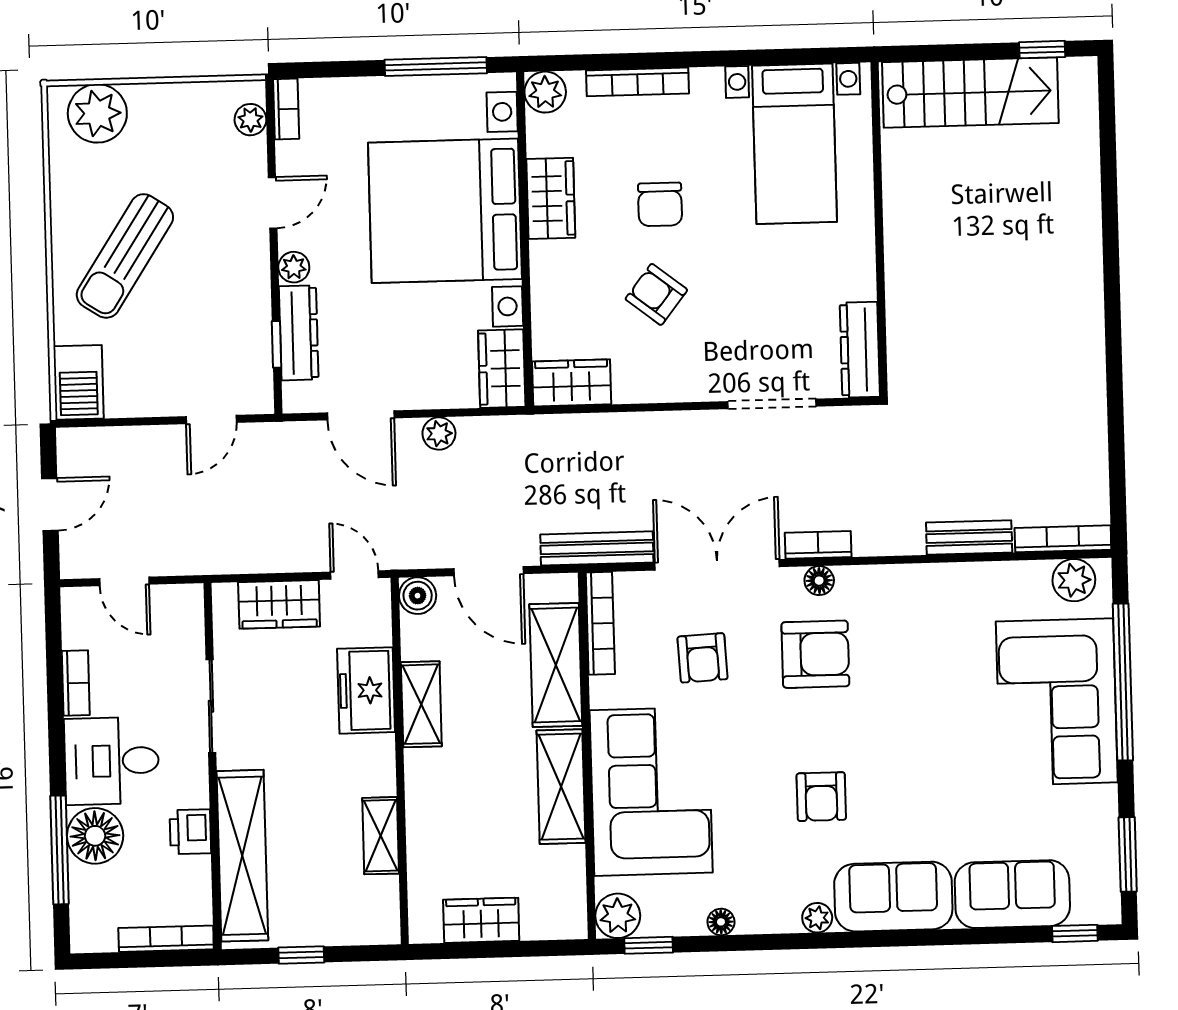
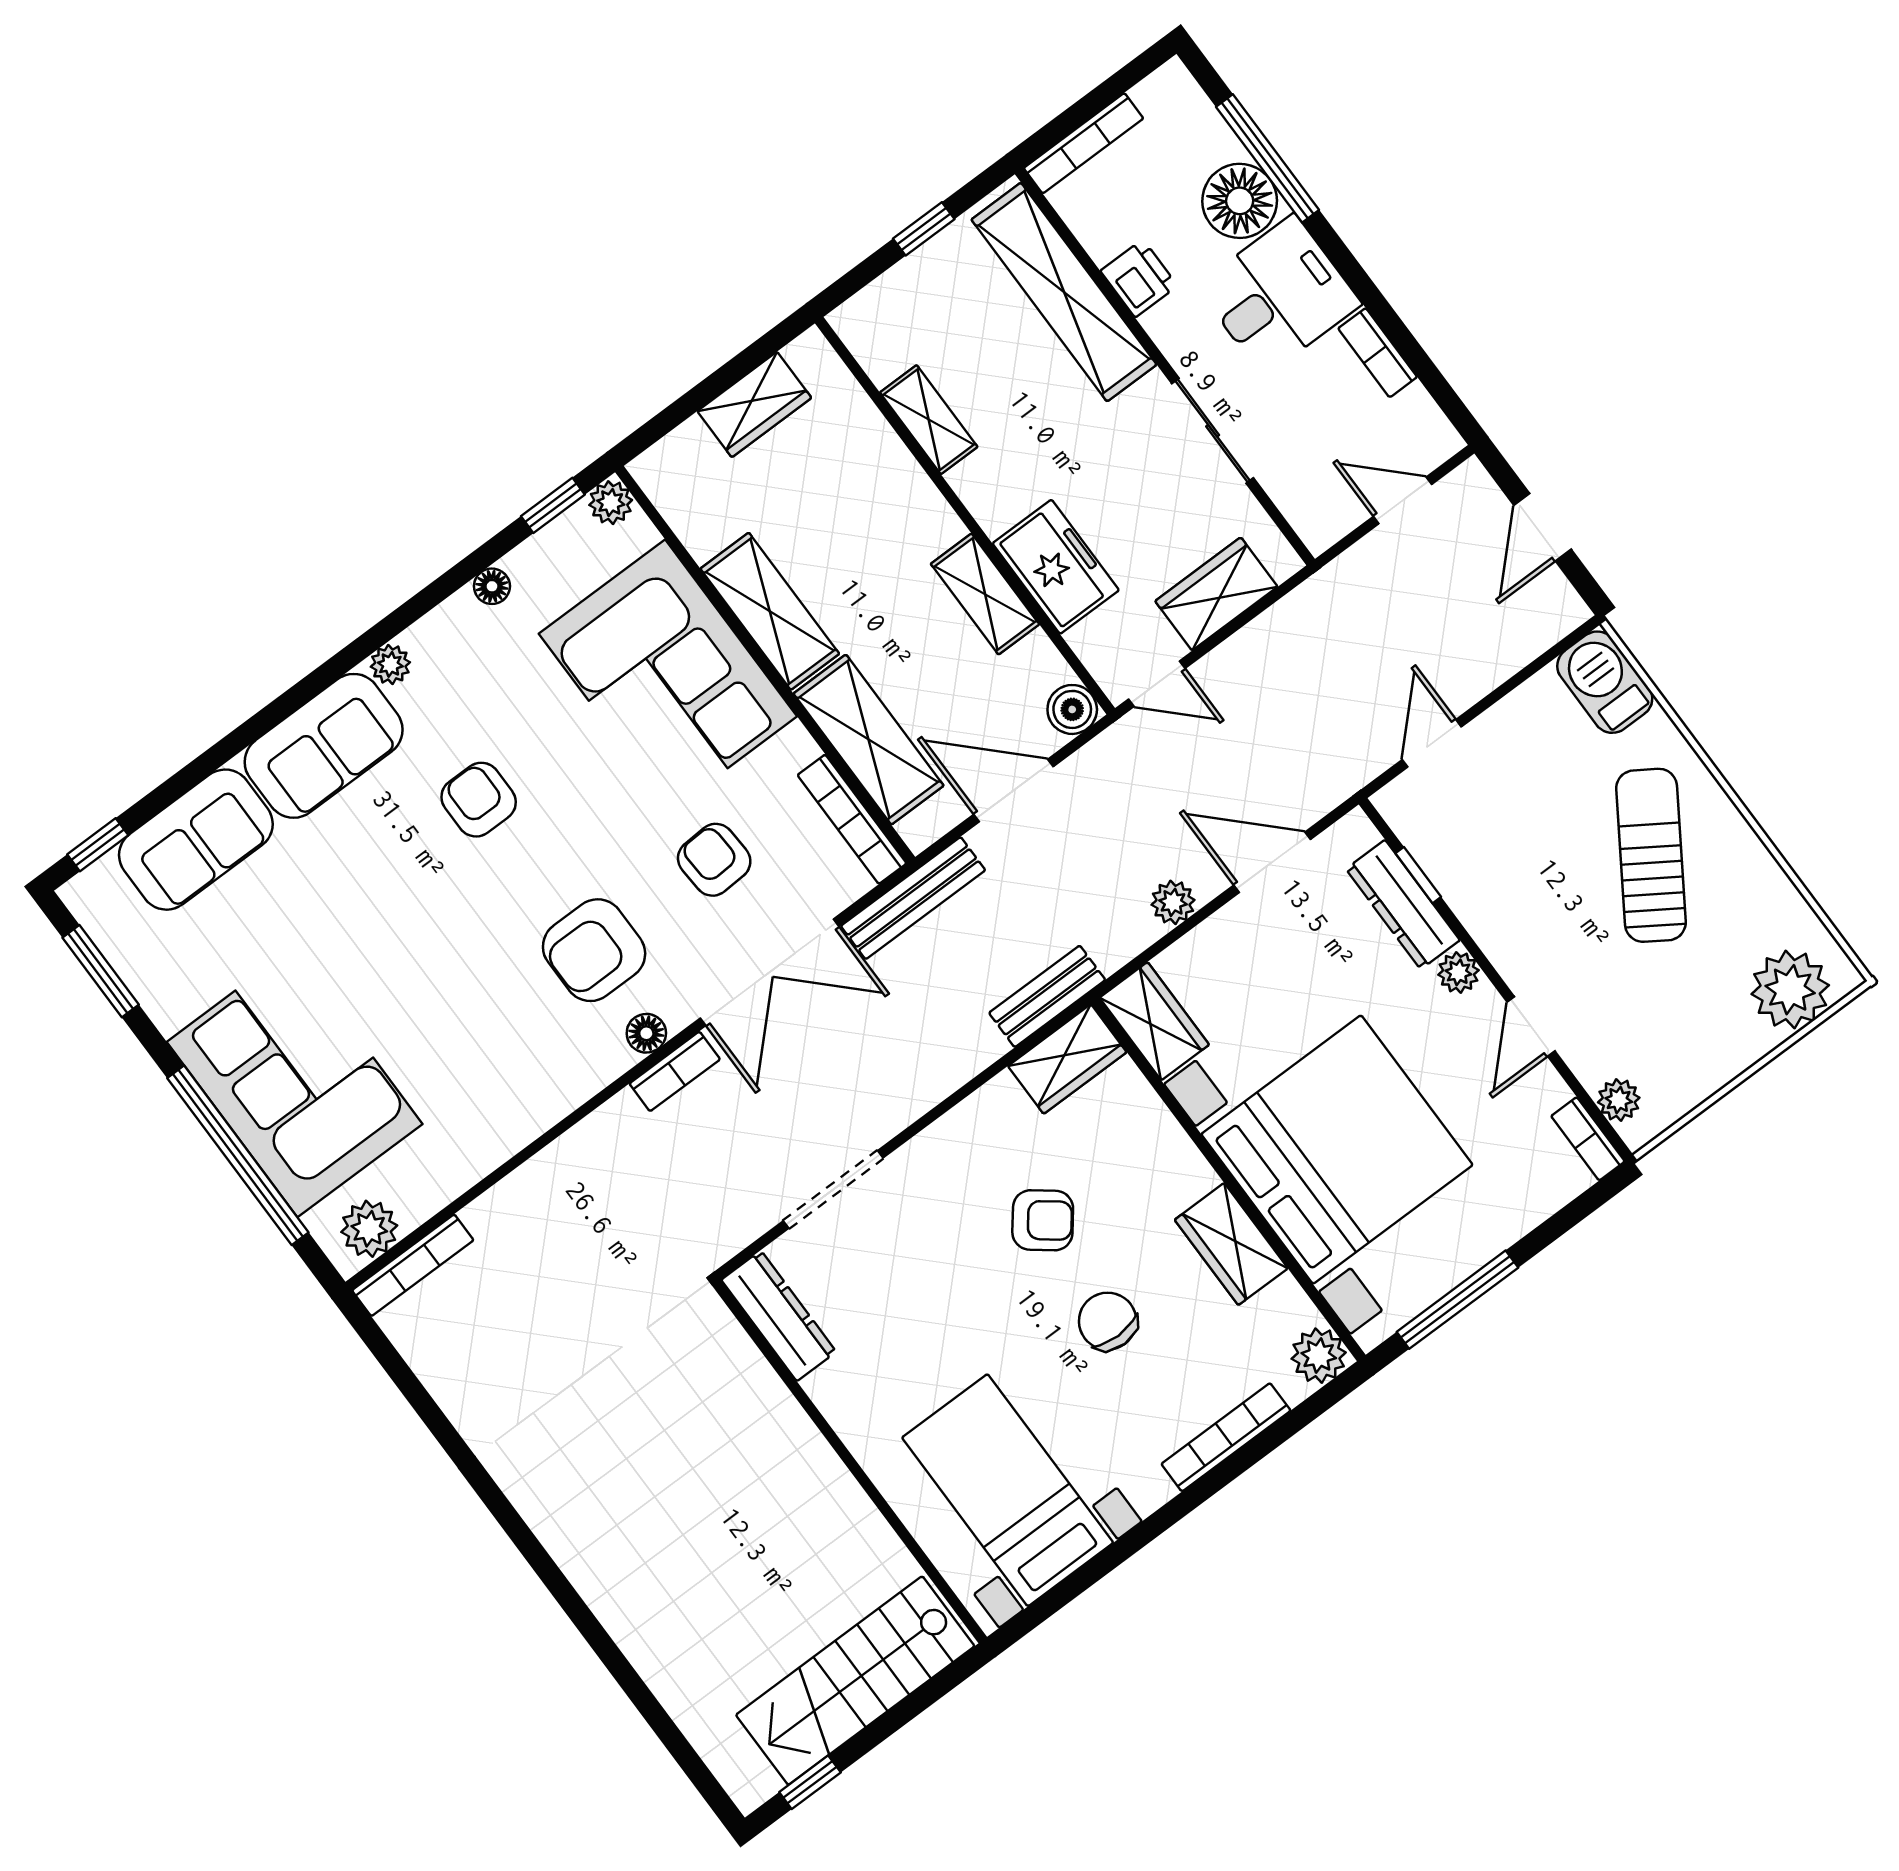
bench: (969, 538) -> (1047, 996), moved
plant: (618, 916) -> (611, 503), width x0.73, depth x0.73

